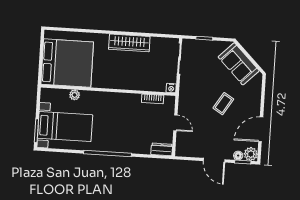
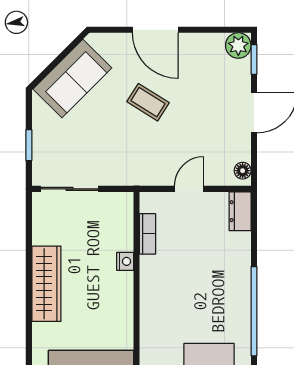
nightstand: (171, 88) -> (125, 261), moved
door: (261, 129) -> (155, 30), moved
floor lamp: (238, 156) -> (243, 171), moved

